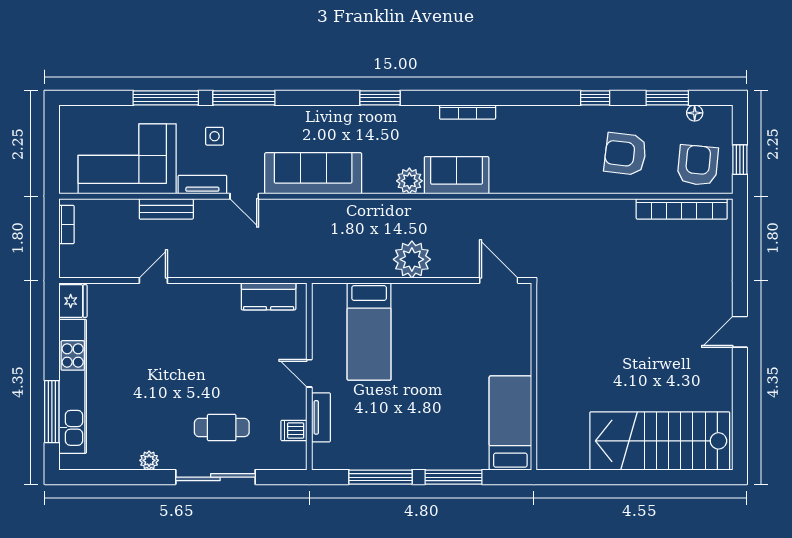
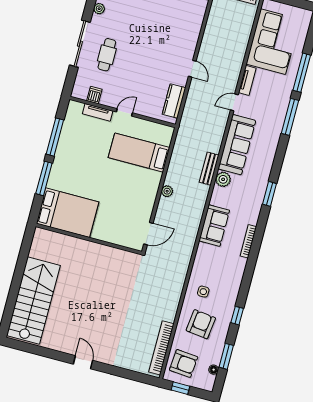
side table: (215, 136) -> (203, 292), moved
plant: (409, 181) -> (223, 179), moved
bench: (166, 209) -> (209, 169), moved
plant: (412, 259) -> (167, 191), width x0.53, depth x0.53
door: (153, 280) -> (192, 69), moved
bed: (510, 423) -> (68, 213), width x1.50

